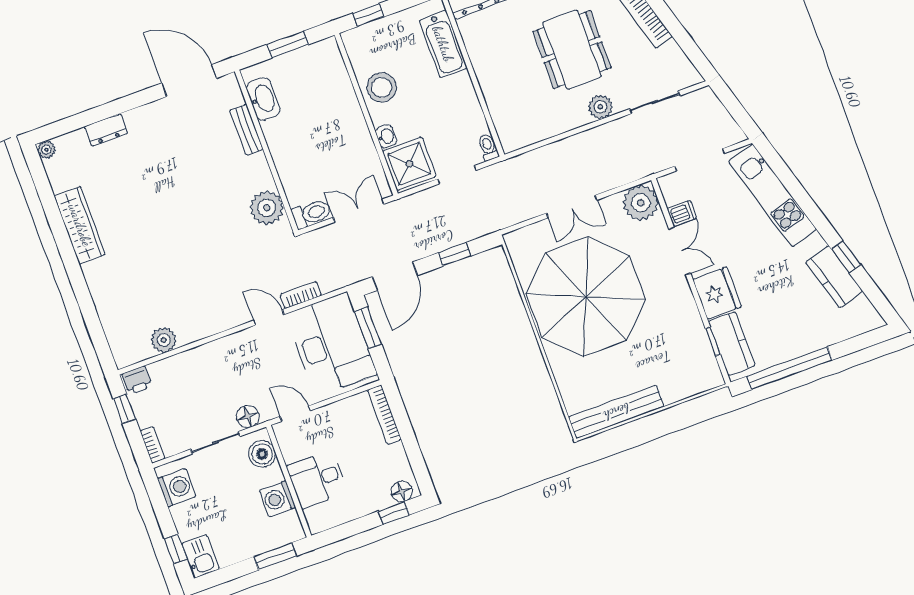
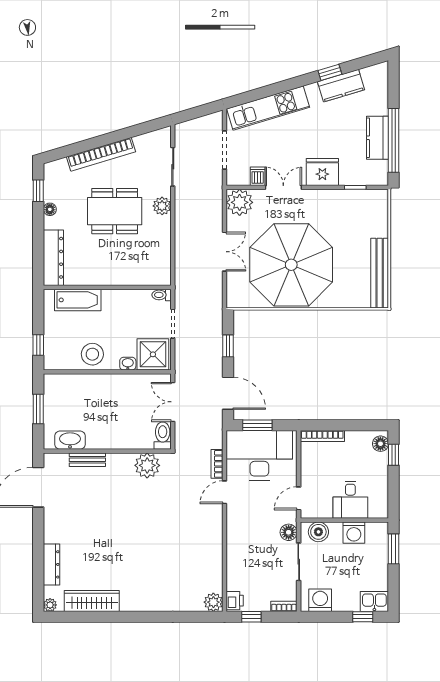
dresser: (106, 130) -> (52, 564), width x1.44
wardrobe: (80, 225) -> (92, 601), moved
plant: (164, 340) -> (213, 602), moved
kitchen counter: (732, 344) -> (378, 138), moved, turned -90

